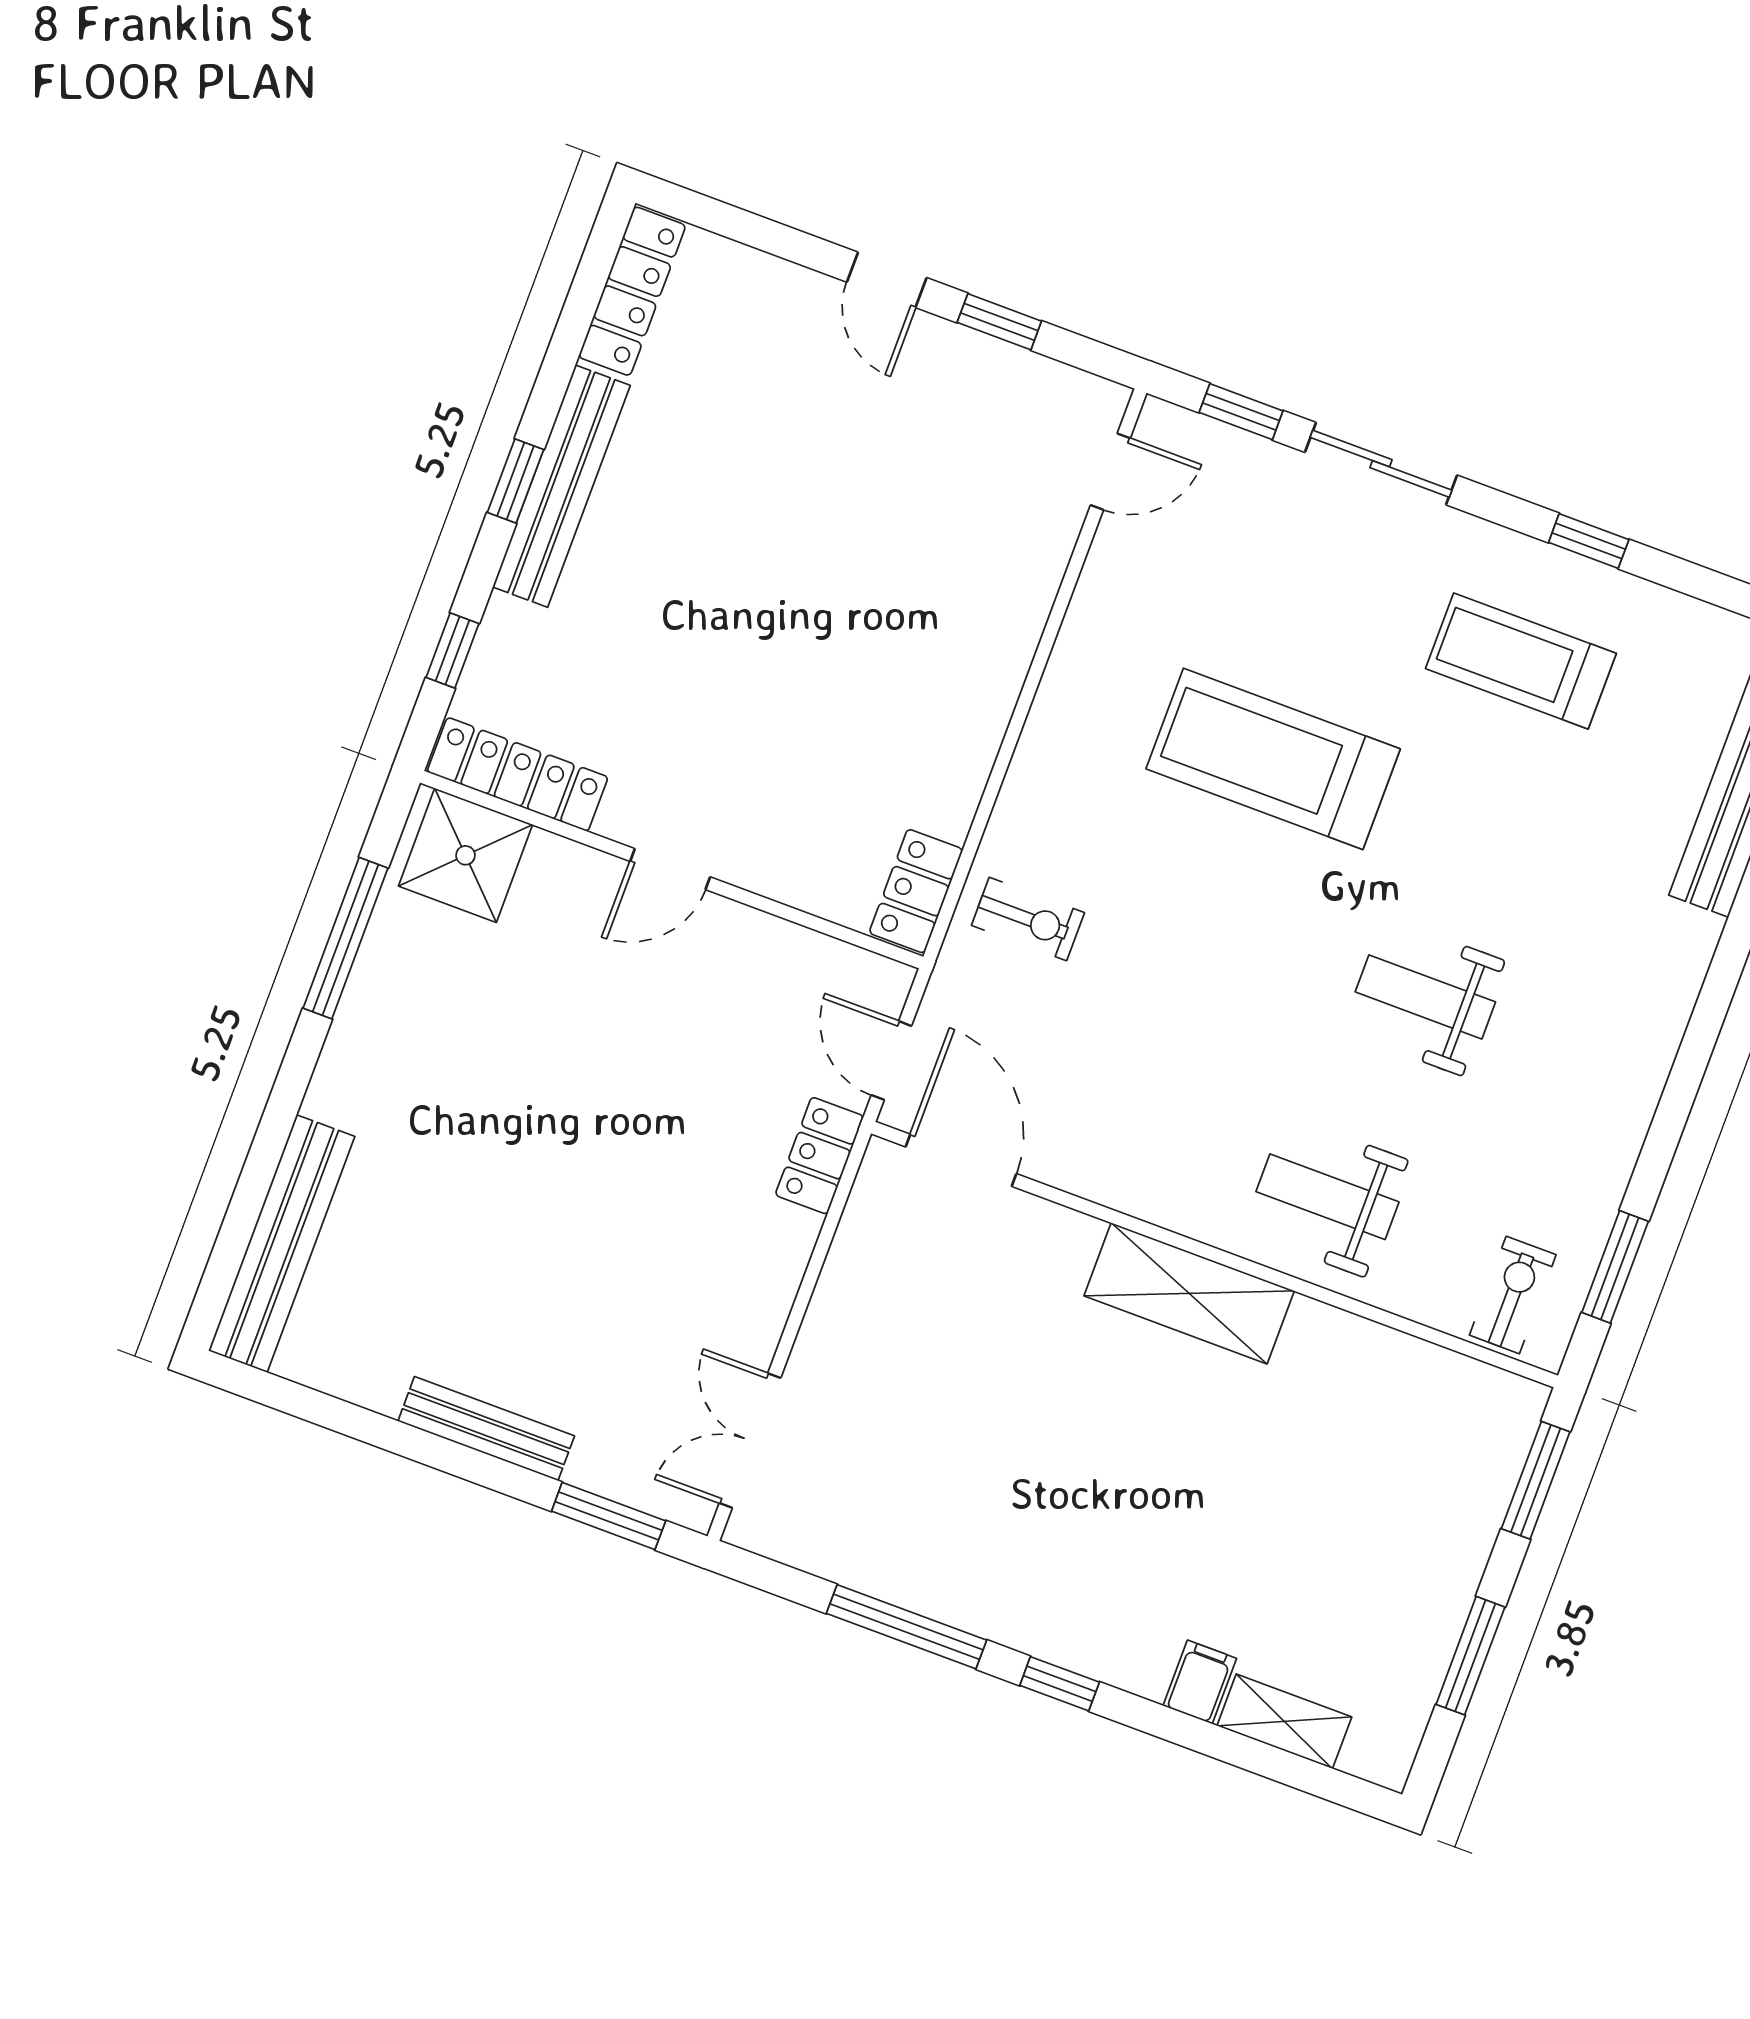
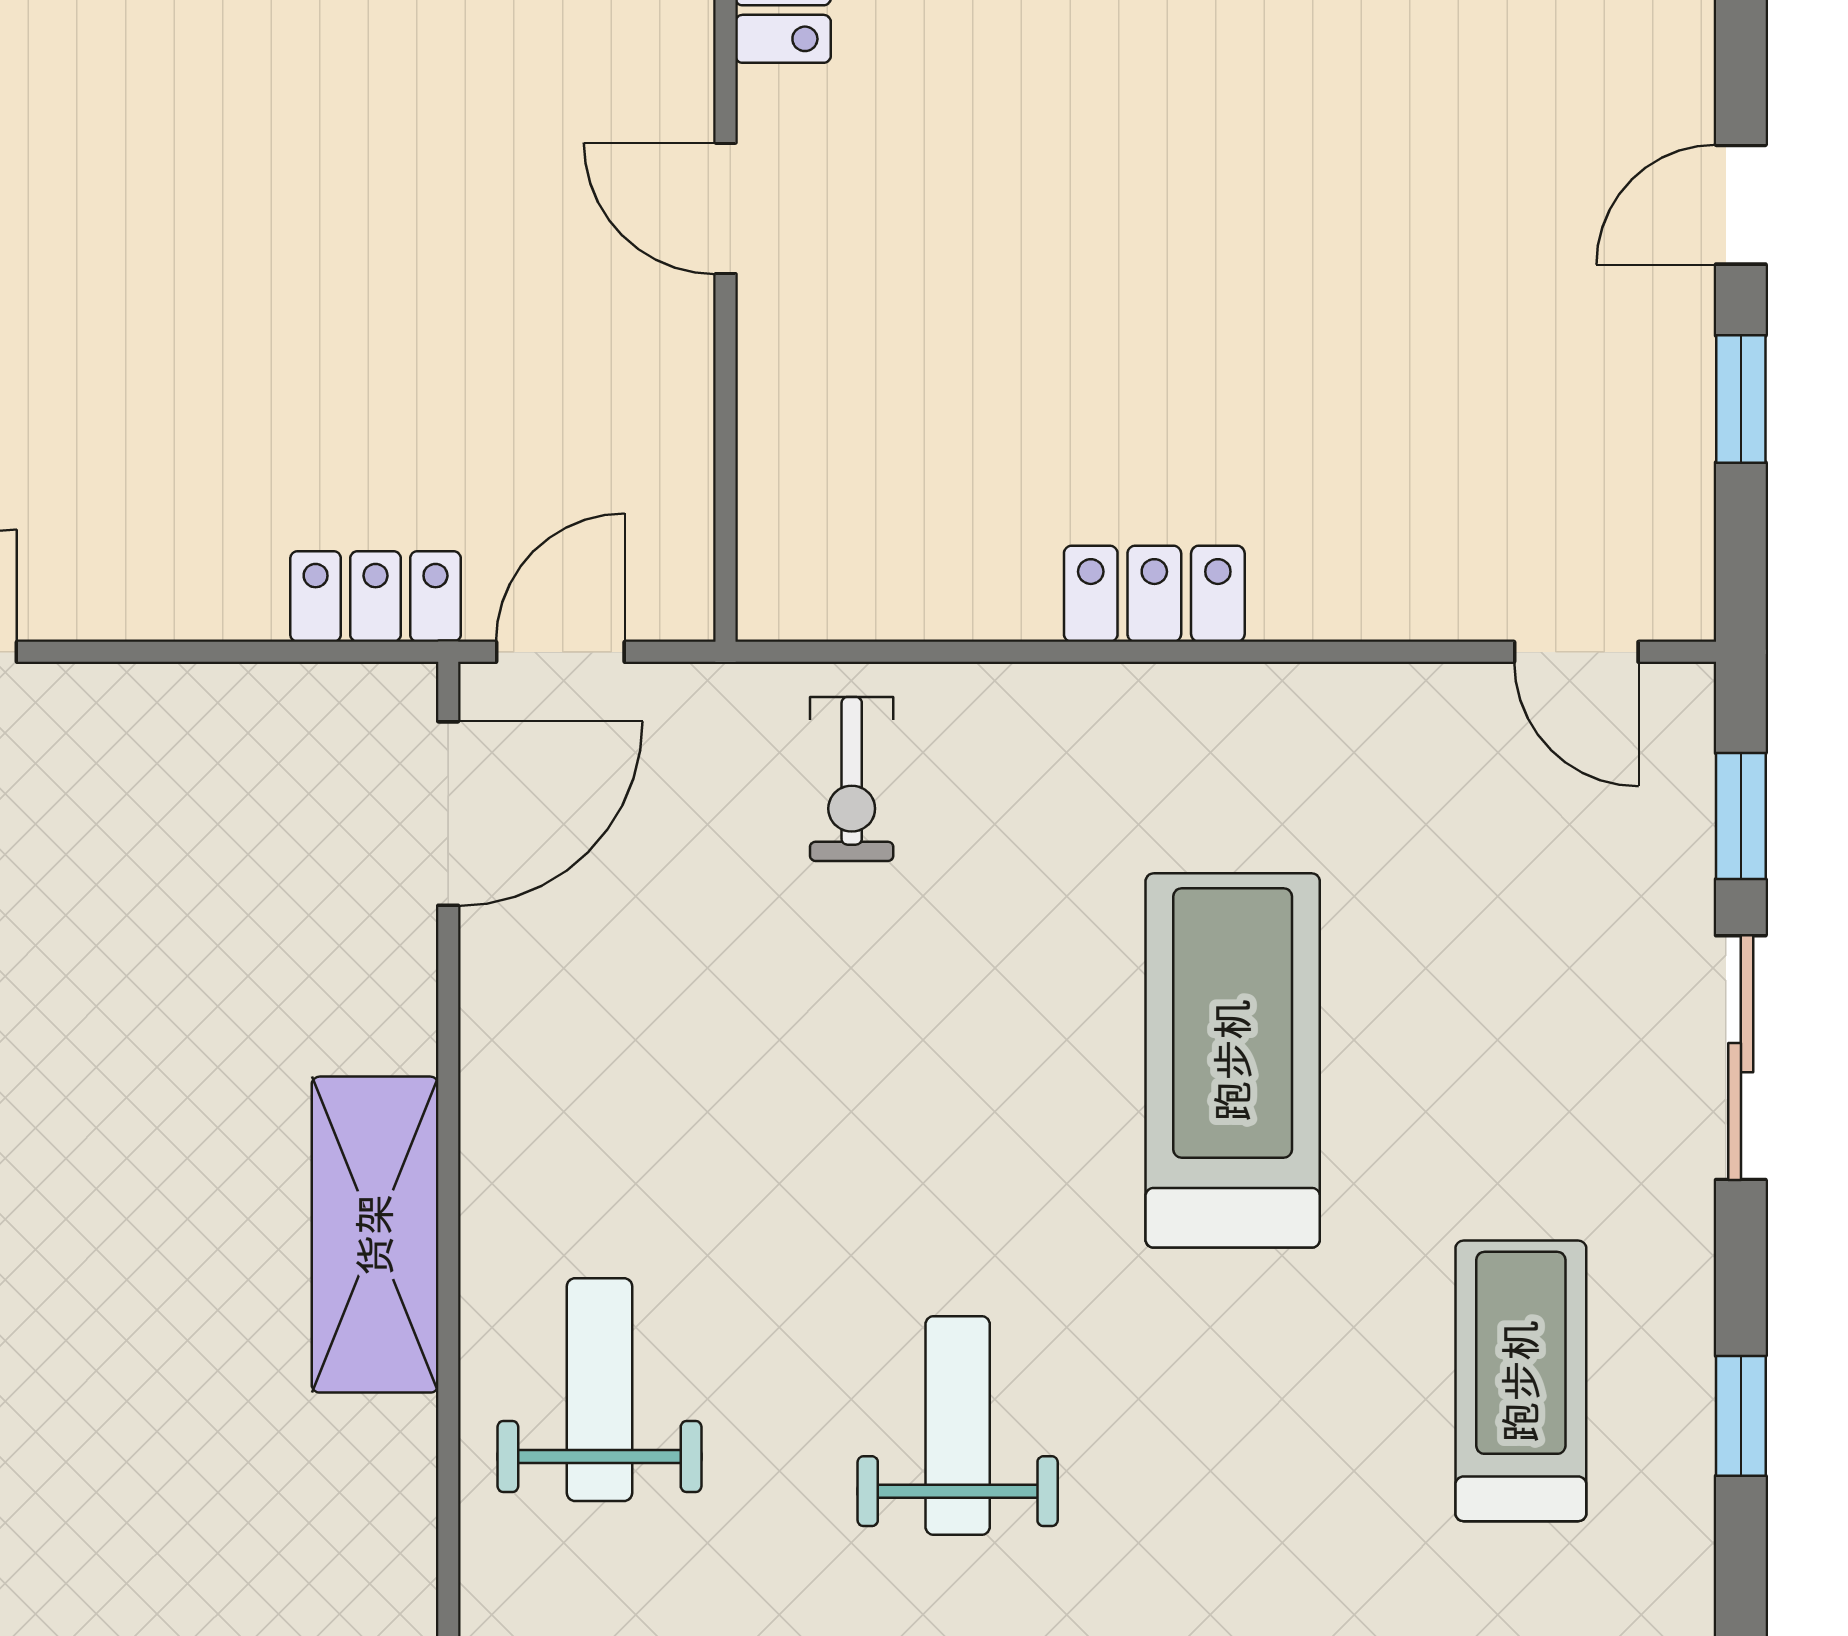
locker: (916, 891) -> (1154, 594), moved

